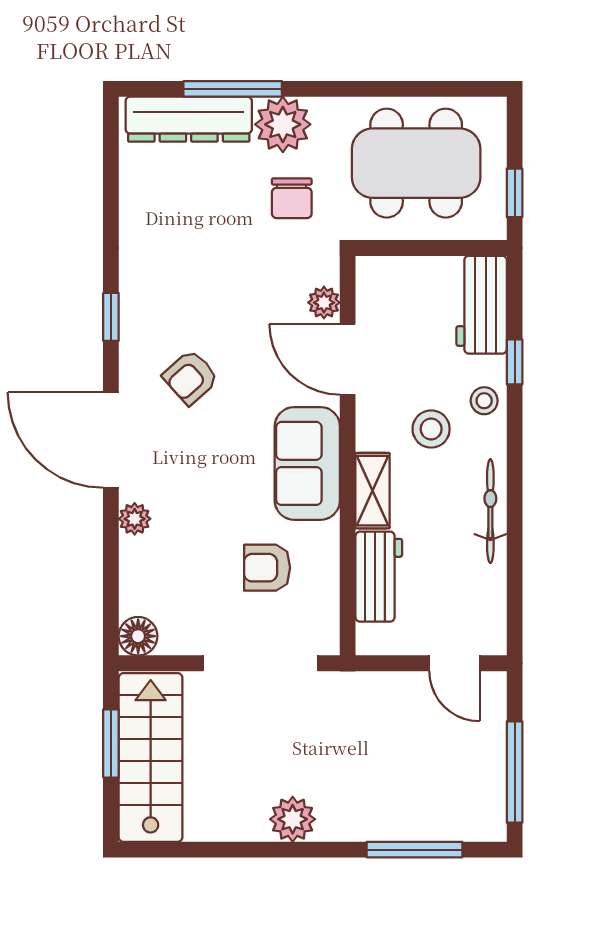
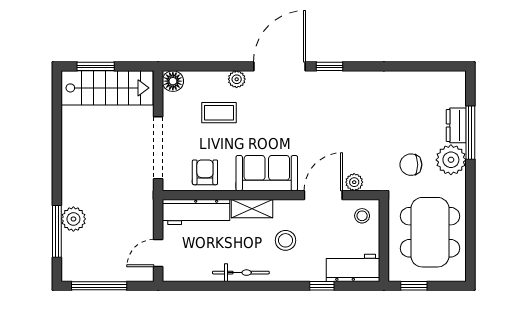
dresser: (189, 119) -> (456, 125), width x0.51, depth x0.80
window: (111, 317) -> (329, 66), moved
armchair: (191, 377) -> (314, 110), removed
stool: (484, 401) -> (362, 216), moved
coffee table: (196, 551) -> (219, 113), added
armchair: (267, 568) -> (205, 172), moved
workbench: (379, 577) -> (196, 212), width x1.38
window: (111, 743) -> (96, 66), moved
plant: (293, 819) -> (73, 219), moved

